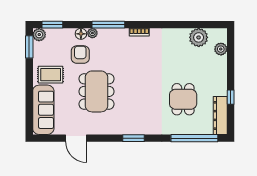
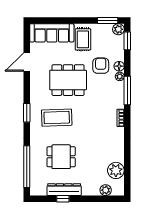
armchair: (80, 55) -> (101, 66), turned -90
coffee table: (139, 104) -> (57, 118), added
dresser: (220, 115) -> (64, 190), moved

